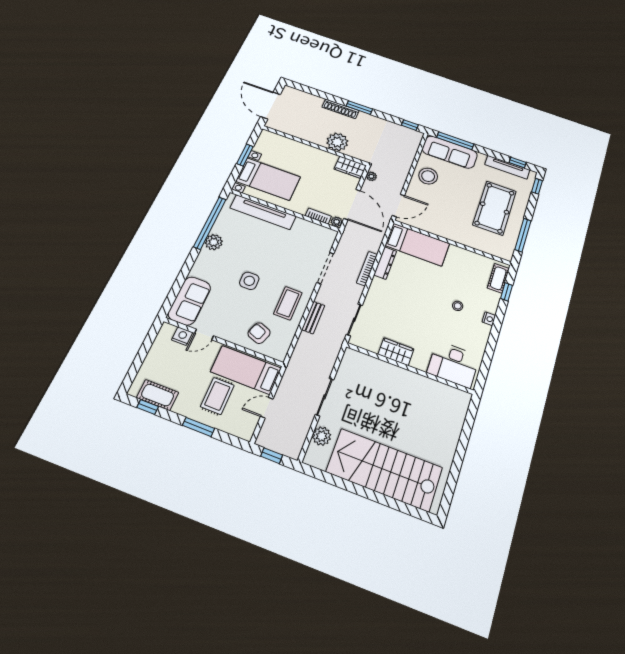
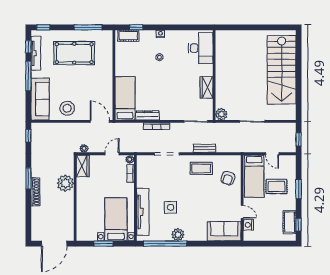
window: (455, 141) -> (28, 76), moved
door: (352, 204) -> (112, 154), width x0.53
side table: (249, 281) -> (171, 207), moved
plant: (322, 436) -> (221, 114), moved

